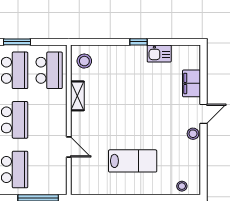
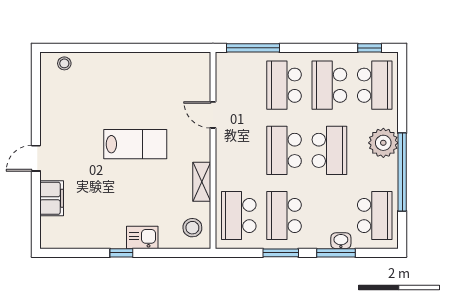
kitchen sink: (159, 54) -> (142, 237), moved
stool: (193, 134) -> (50, 132), removed
lab bench: (133, 161) -> (135, 144), moved, turned 180

